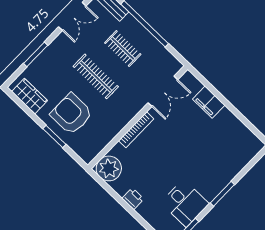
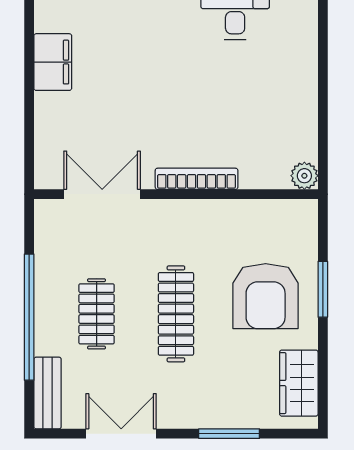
filing cabinet: (209, 102) -> (53, 62), moved
plant: (109, 168) -> (304, 176), width x0.53, depth x0.53
printer: (133, 199) -> (302, 85), removed

